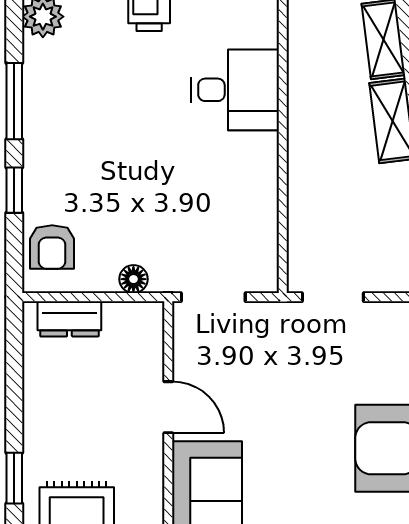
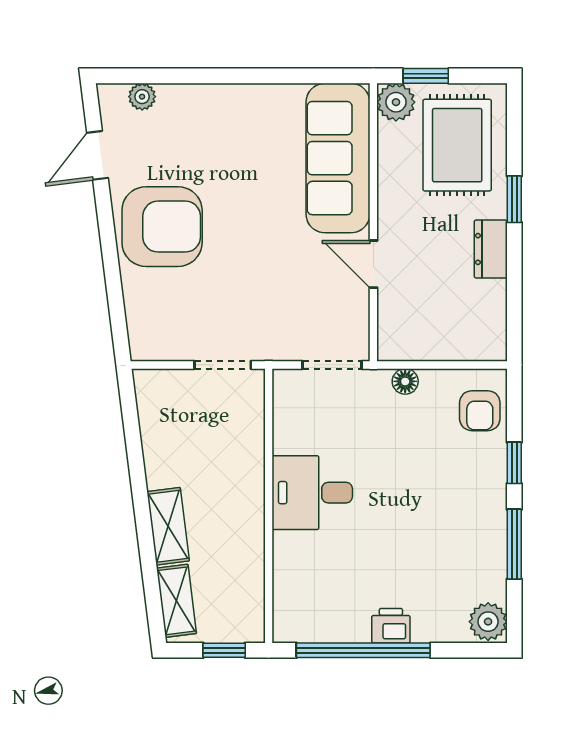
desk: (235, 90) -> (312, 493), moved
armchair: (52, 247) -> (480, 411), turned 180
dresser: (69, 319) -> (491, 249), moved, turned -90

